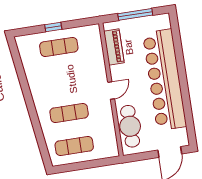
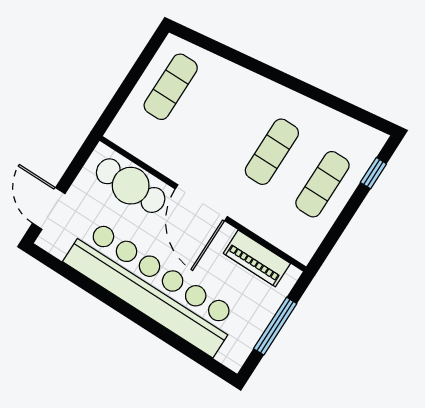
window: (53, 27) -> (373, 173), moved
door: (111, 91) -> (201, 203), width x1.87
exercise mat: (69, 113) -> (272, 152), moved

